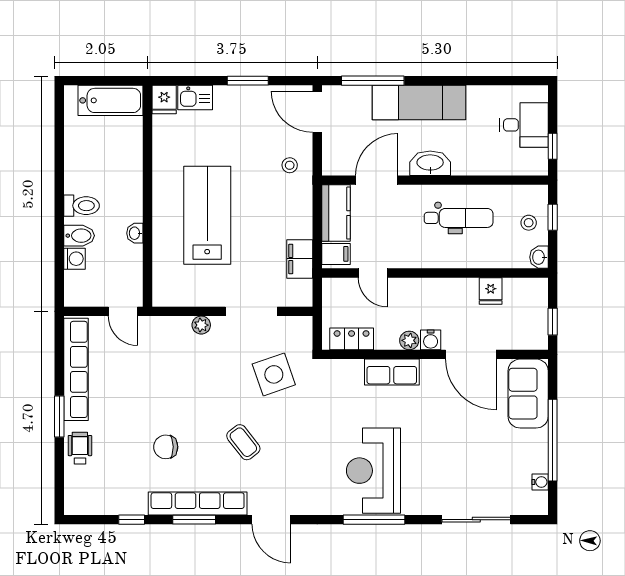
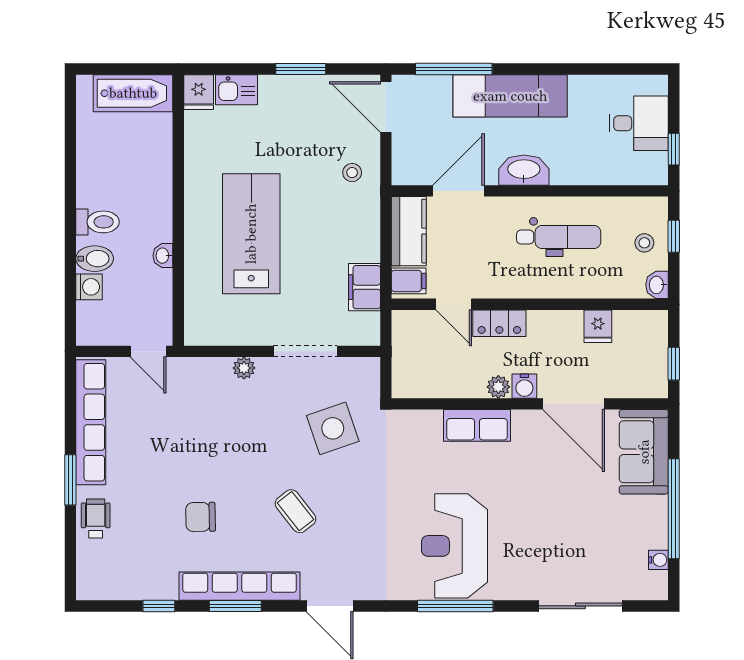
locker: (352, 339) -> (499, 323), moved, turned 180

